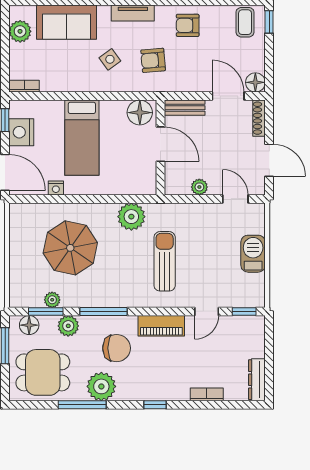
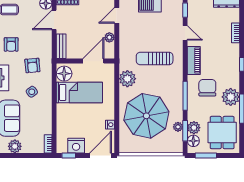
bed: (82, 138) -> (79, 92), moved
door: (160, 144) -> (93, 61), moved
parasol: (70, 248) -> (146, 116), width x1.36, depth x1.36
plant: (68, 326) -> (194, 128), moved

